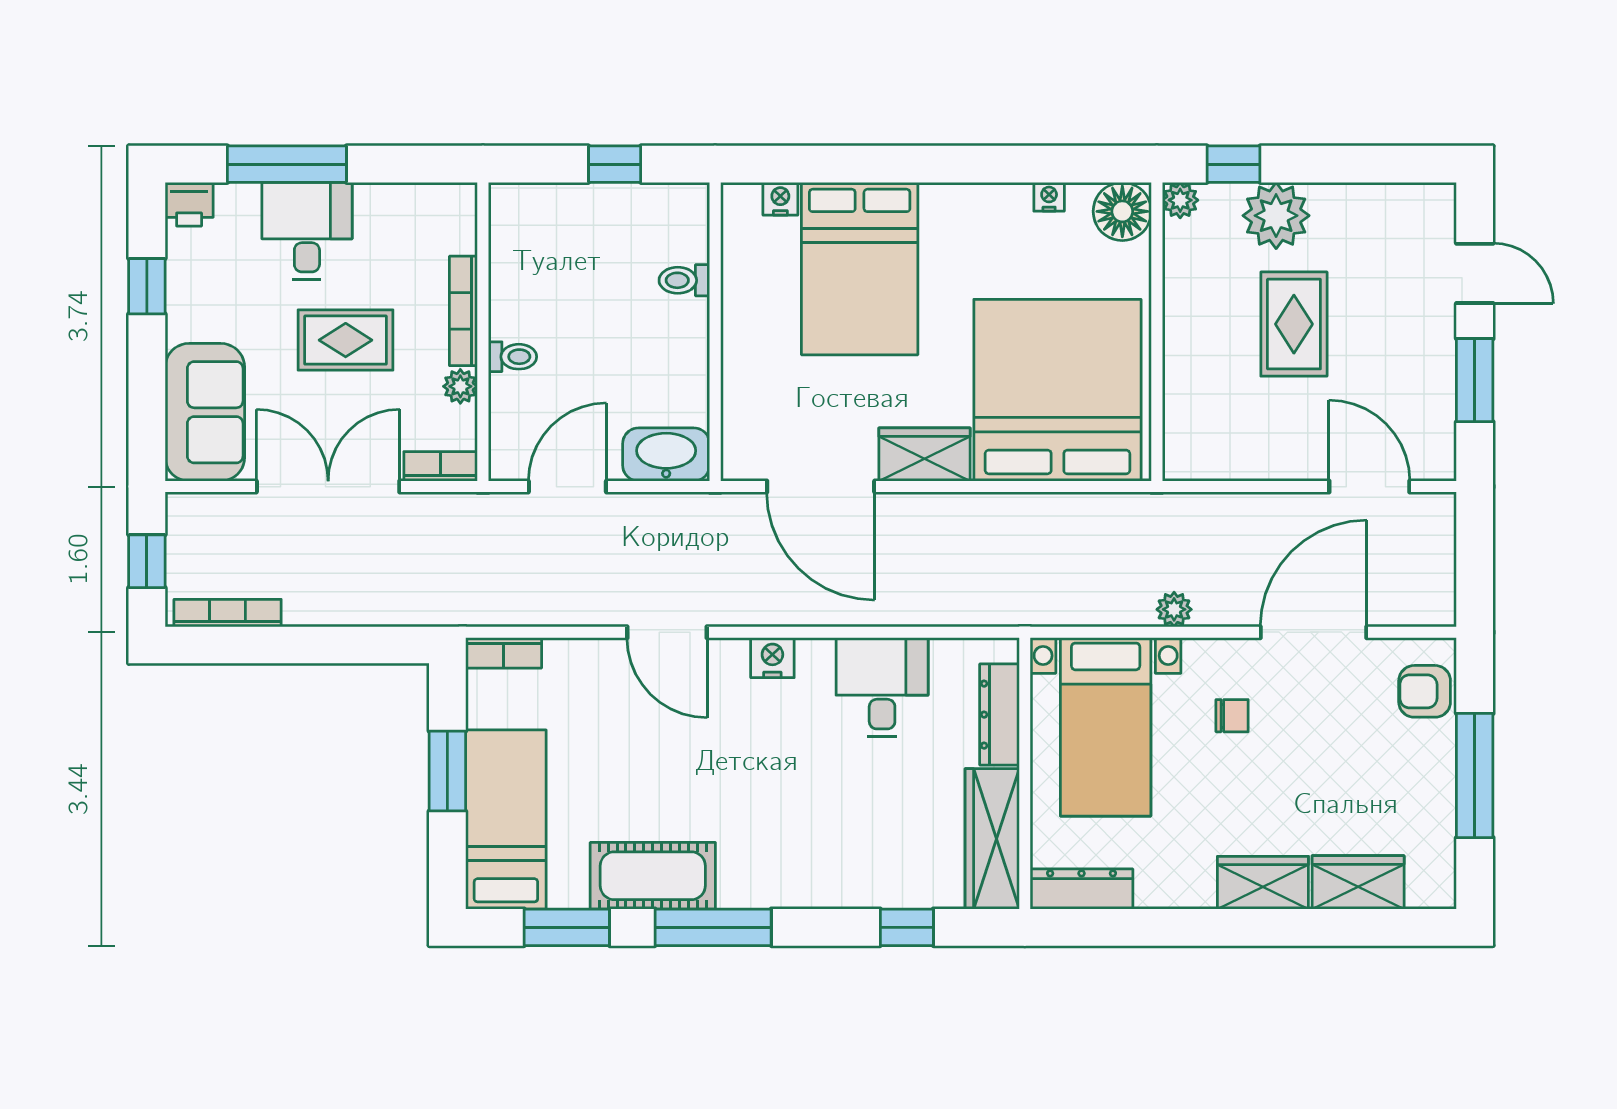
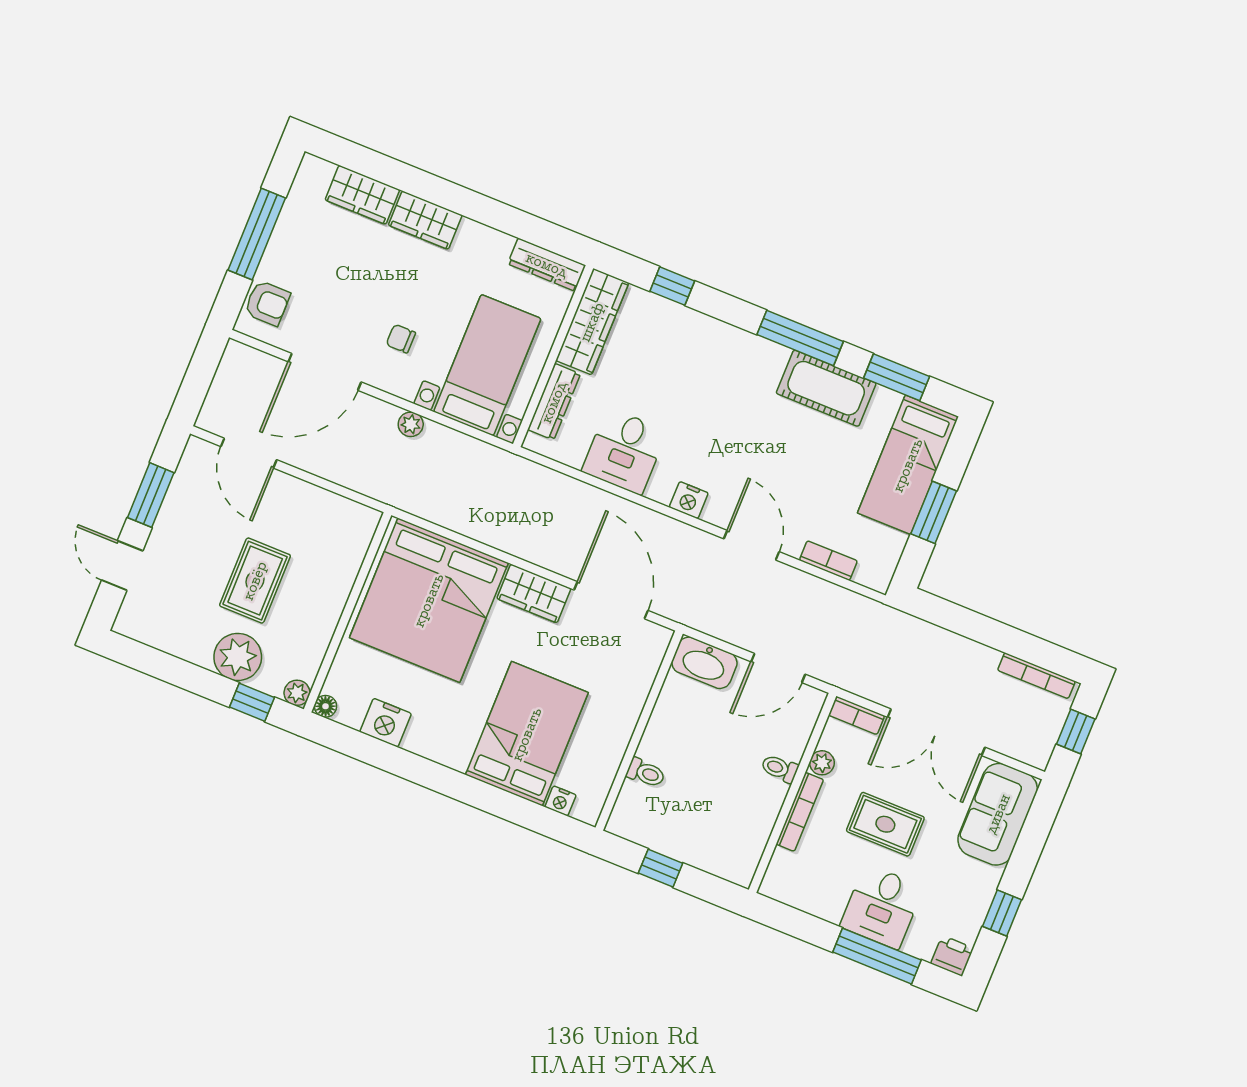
nightstand: (1049, 197) -> (386, 723), width x1.89, depth x1.79
floor lamp: (1122, 211) -> (325, 706), width x0.53, depth x0.53
bookcase: (504, 653) -> (828, 561), moved

